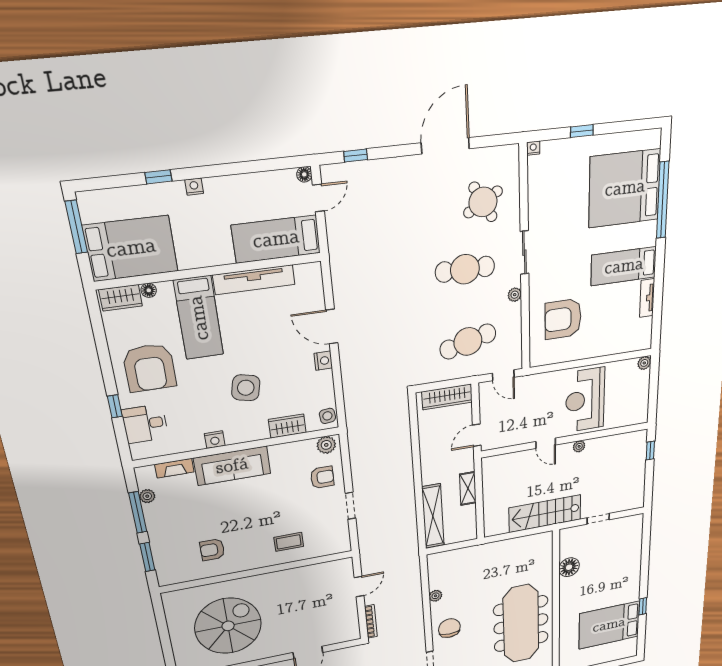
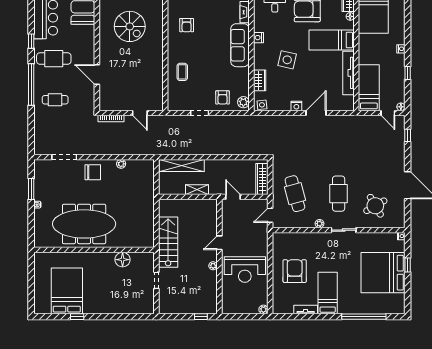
window: (158, 177) -> (408, 73), moved
bed: (625, 188) -> (383, 273), moved, turned -90
armchair: (563, 319) -> (295, 271), moved
reception desk: (585, 400) -> (245, 270), turned 180
armchair: (212, 550) -> (187, 25), turned 180
spiral stairs: (228, 626) -> (130, 26), width x0.73, depth x0.73

